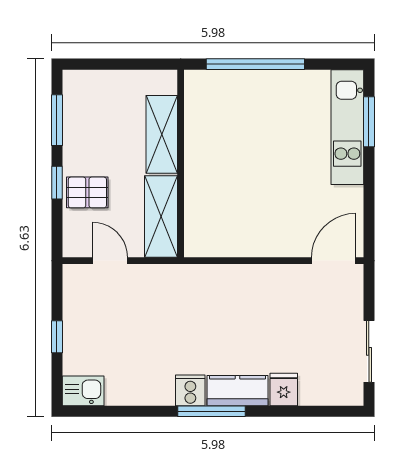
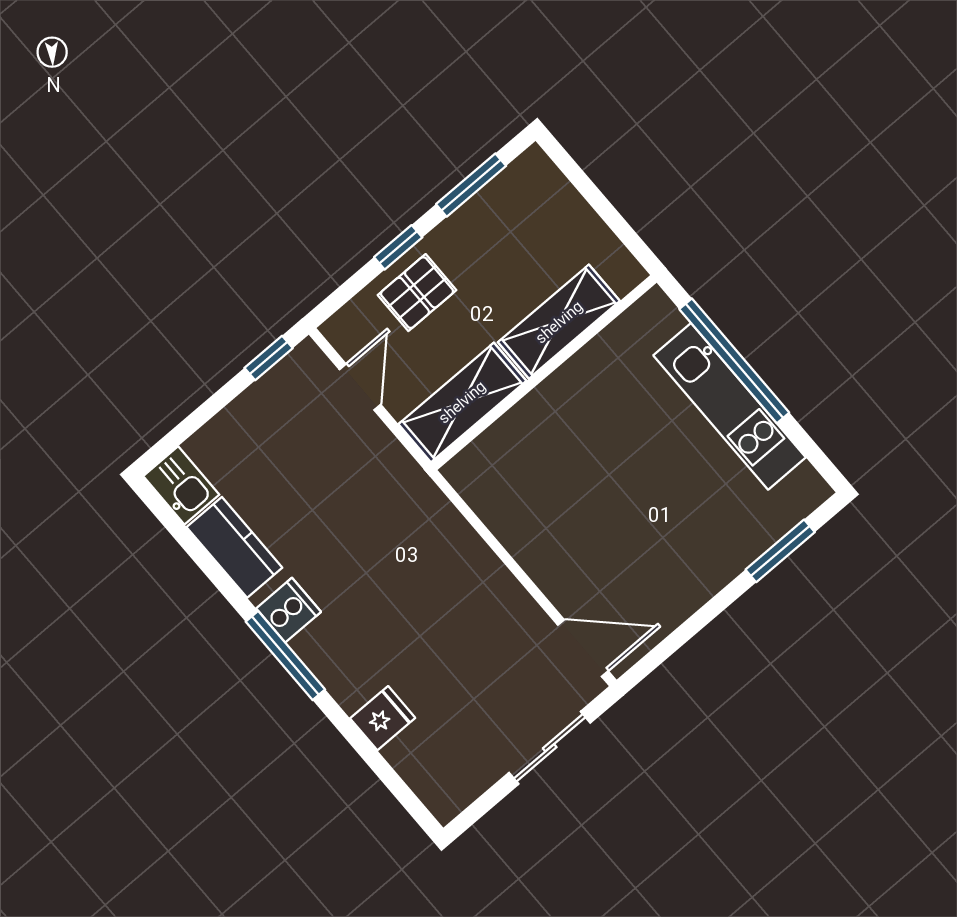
kitchen unit: (347, 127) -> (730, 406), moved, turned -90
pallet: (87, 192) -> (417, 293), turned 90
window: (57, 337) -> (269, 358), moved
sliding door: (369, 351) -> (550, 748), moved
kitchen counter: (237, 391) -> (234, 547), moved

